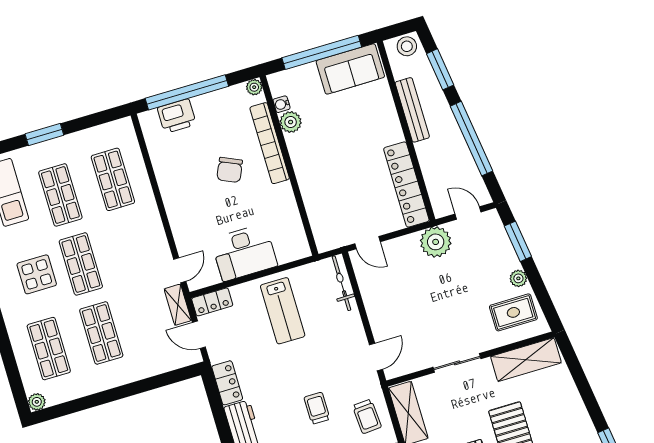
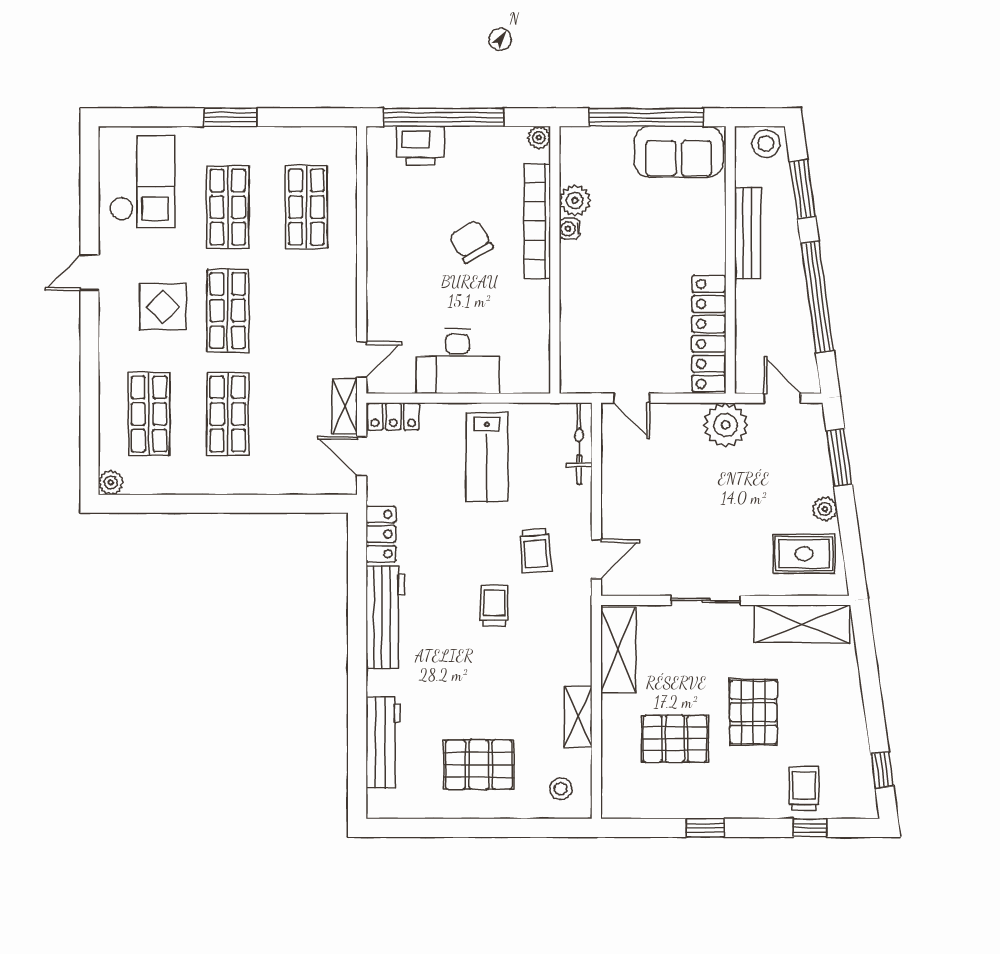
water cooler: (282, 104) -> (570, 229), moved
chair: (230, 170) -> (471, 242), turned 125
trolley: (367, 416) -> (536, 551), moved

